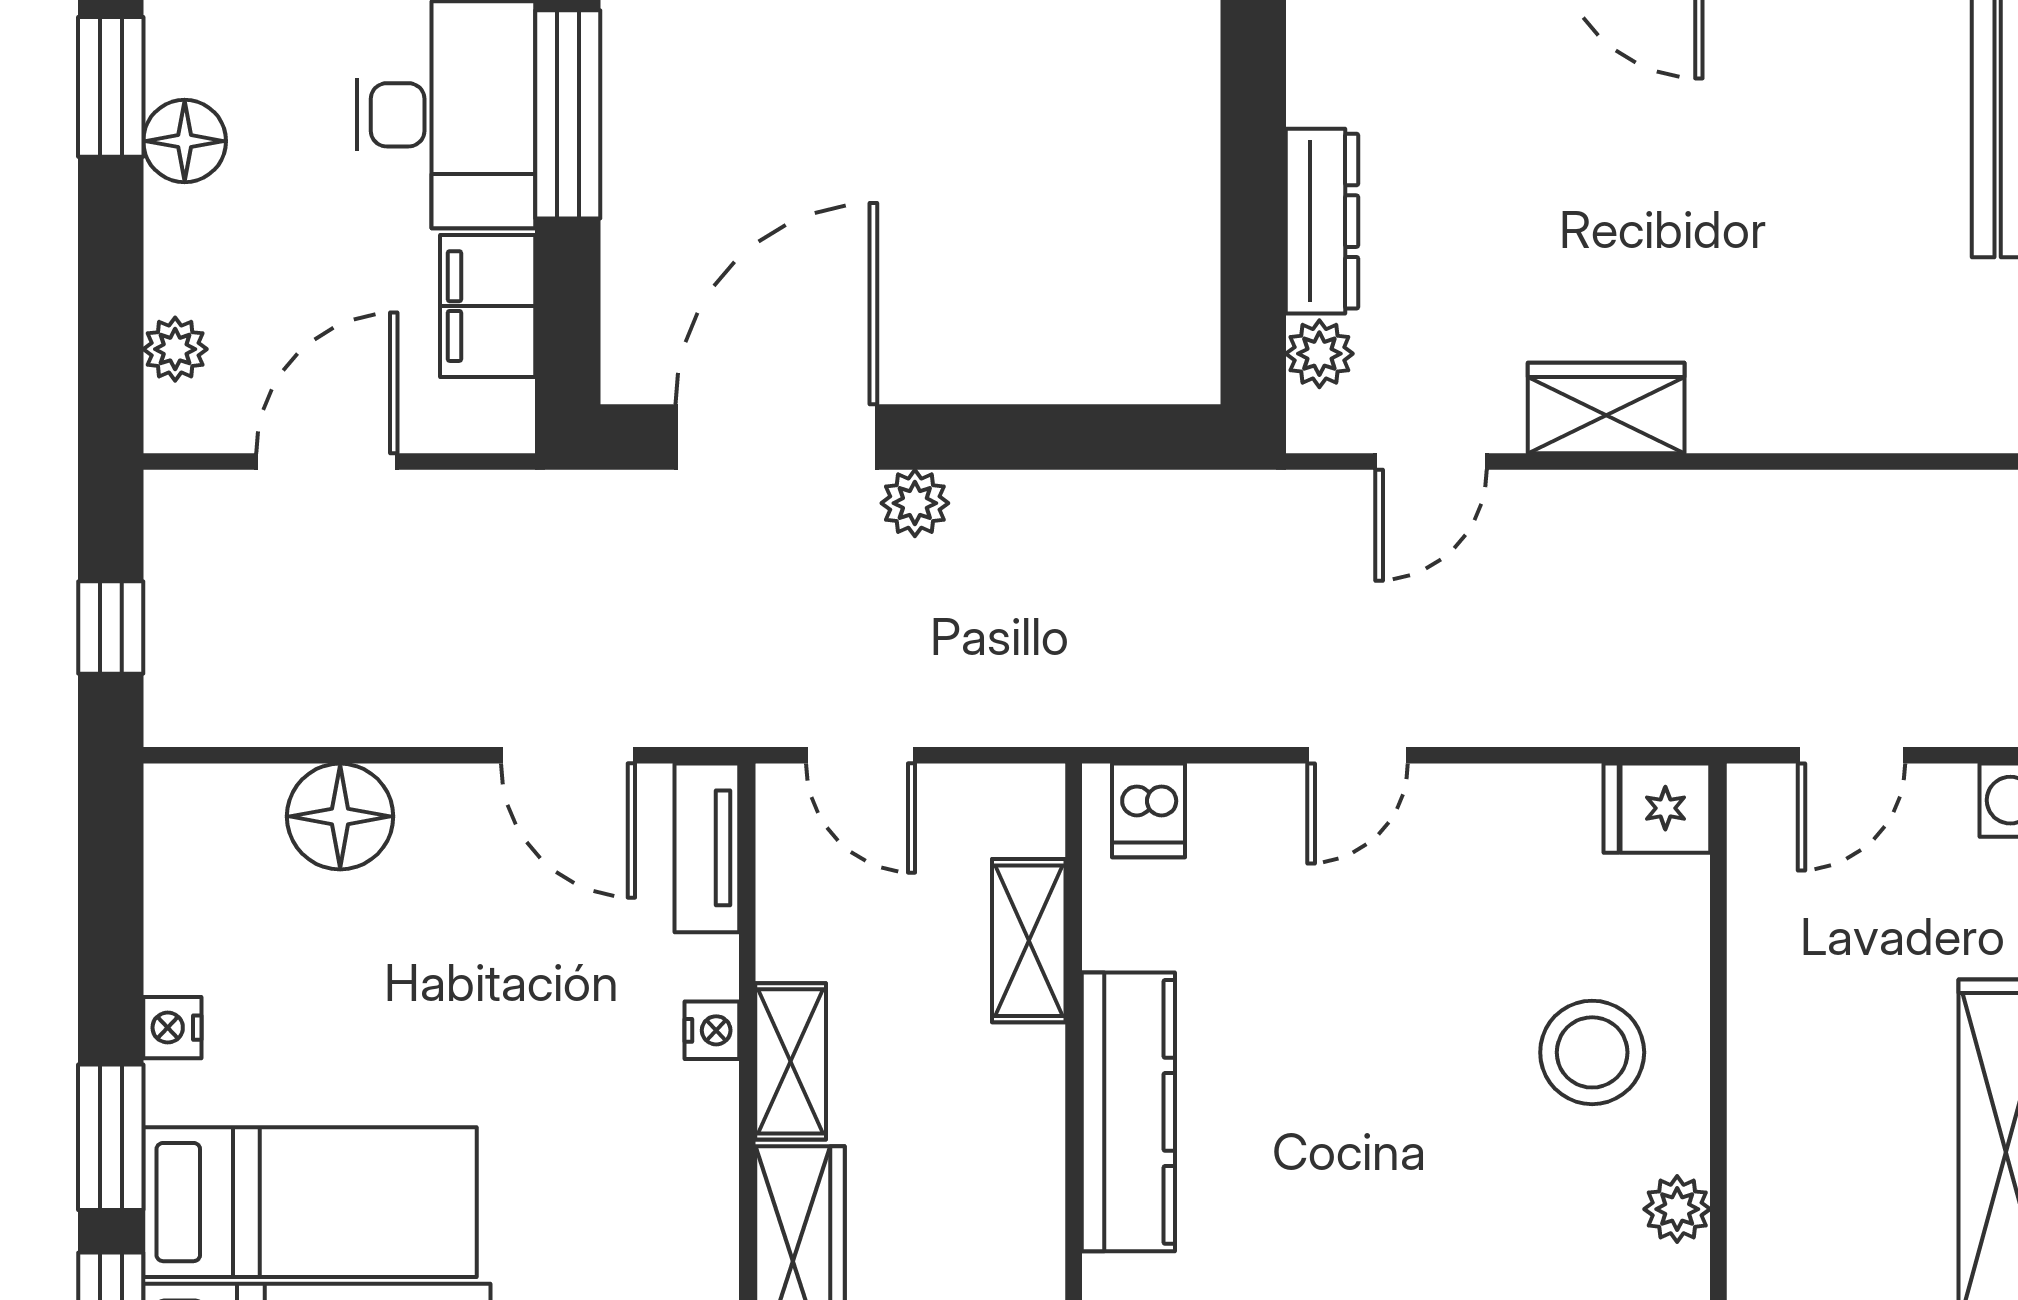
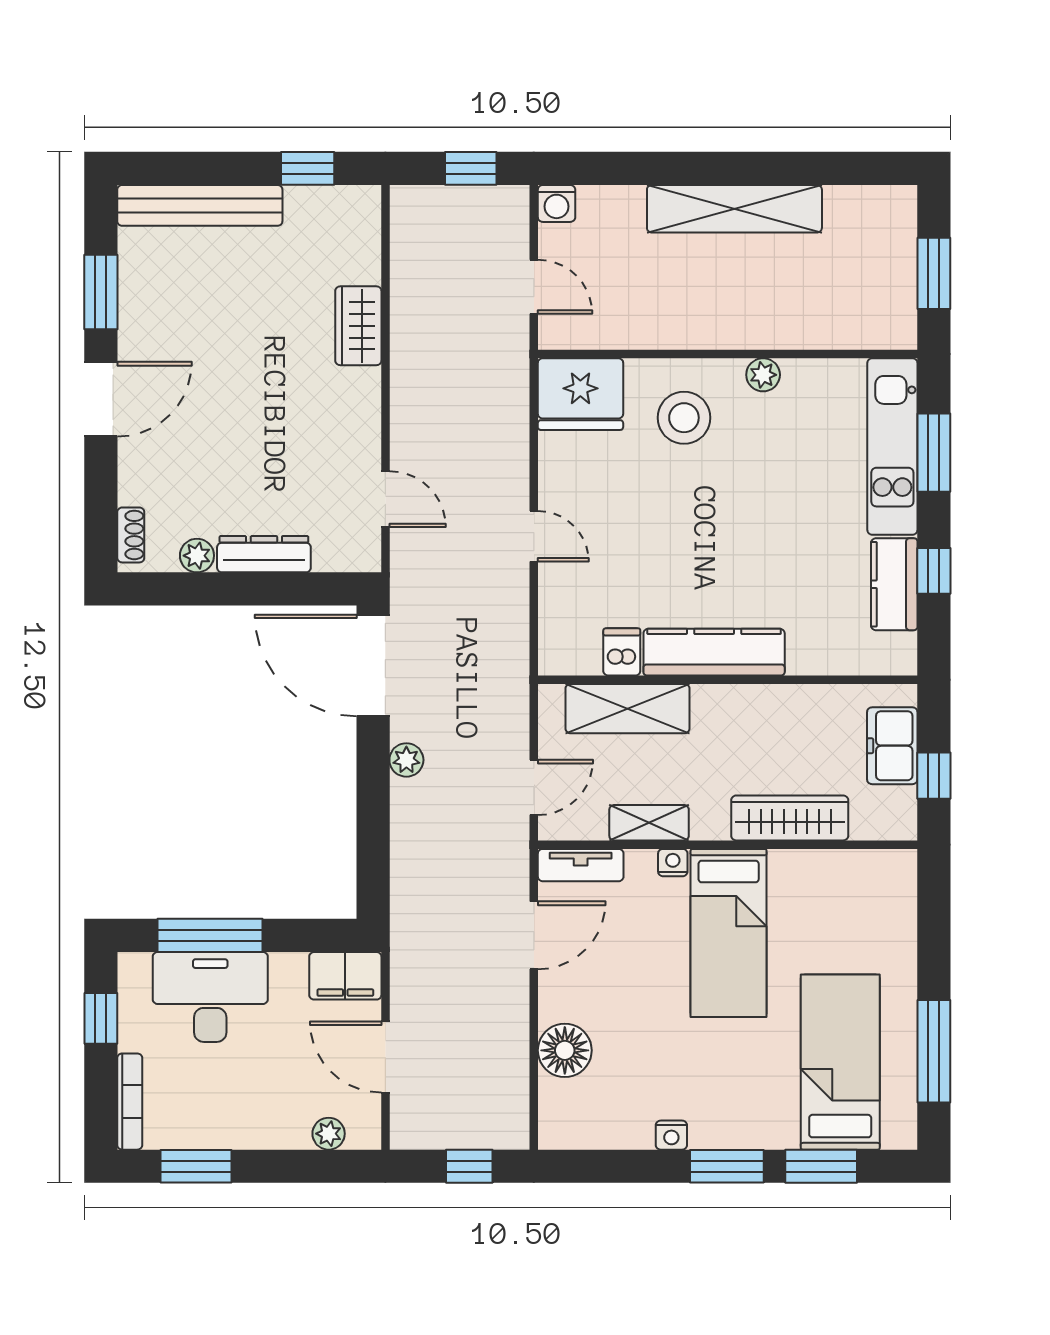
floor lamp: (185, 141) -> (223, 1129), removed
filing cabinet: (488, 306) -> (345, 976), moved
plant: (1319, 354) -> (197, 556), moved
wardrobe: (1606, 408) -> (358, 326), moved
door: (776, 437) -> (373, 665), moved
fridge: (1657, 808) -> (580, 394), width x1.88, depth x1.34
dishwasher: (1148, 810) -> (622, 652), moved, turned -90
shelving: (1029, 941) -> (627, 709), width x1.50, depth x1.33
shelving: (791, 1061) -> (649, 823), moved
bed: (310, 1202) -> (729, 933), moved, turned 180

